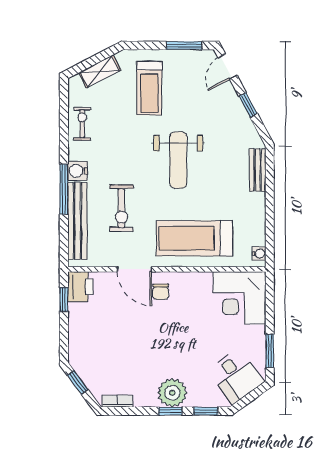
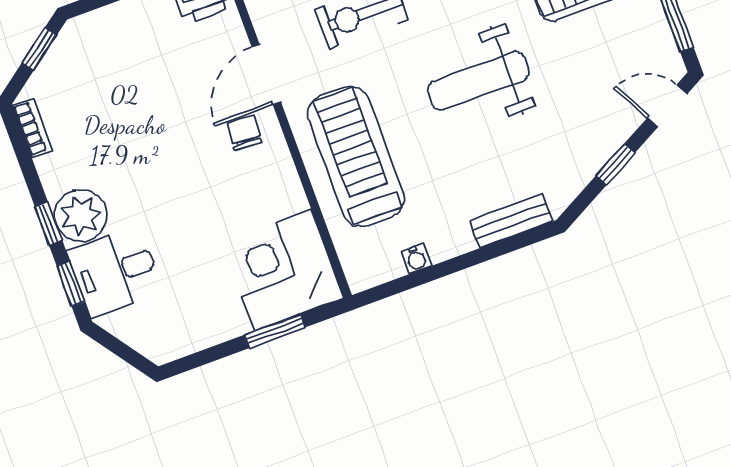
water cooler: (259, 254) -> (416, 259), moved
chair: (161, 292) -> (244, 133), turned 94
window: (270, 351) -> (275, 331), moved
desk: (236, 376) -> (115, 272), moved, turned 36

